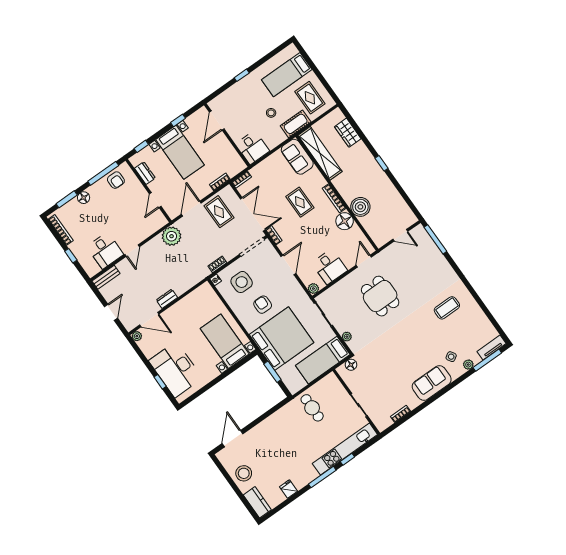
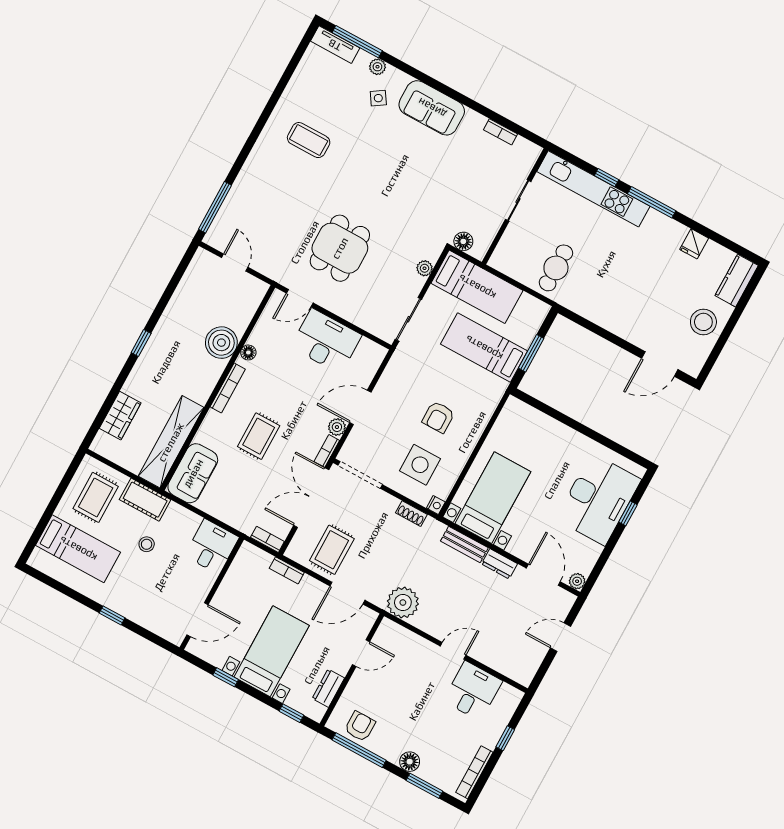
floor lamp: (345, 221) -> (248, 352), width x0.53, depth x0.53
desk: (330, 267) -> (326, 341), width x1.37
bench: (106, 277) -> (464, 544), moved
plant: (313, 289) -> (337, 427), moved
bed: (281, 339) -> (484, 348), width x0.49
bed with nightstands: (225, 341) -> (493, 498), moved, turned 180

